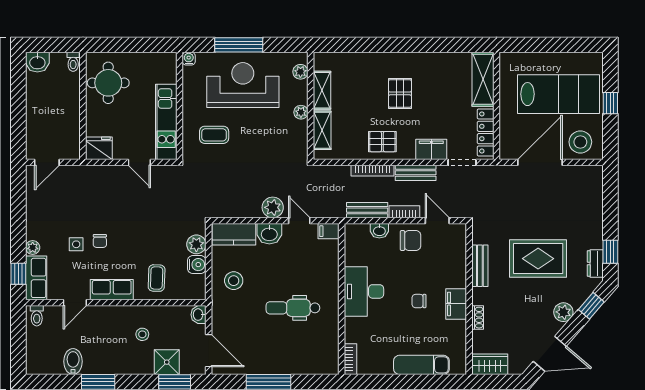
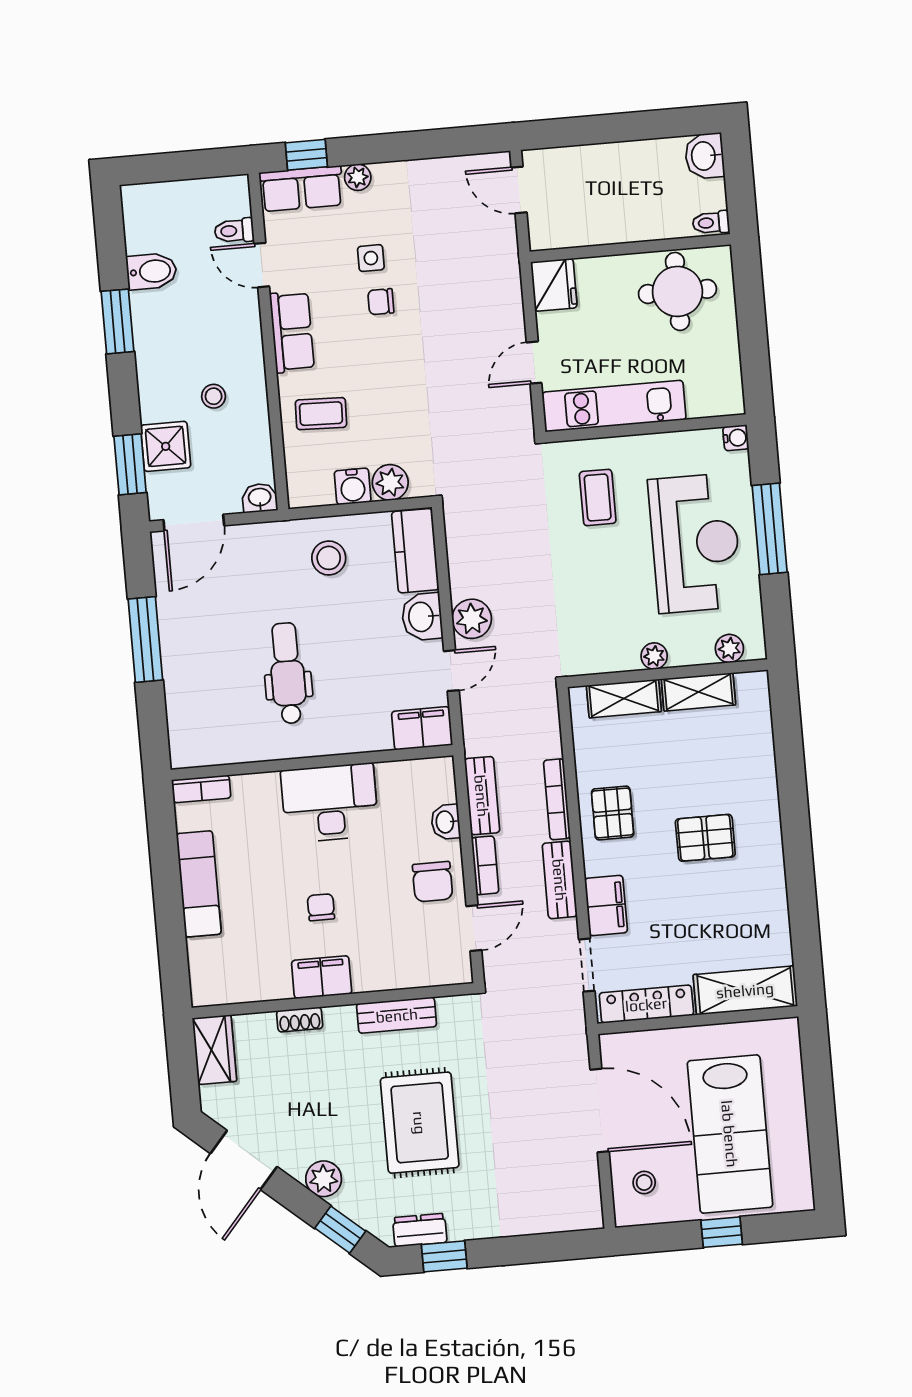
stool: (580, 142) -> (644, 1183), width x0.53, depth x0.53
filing cabinet: (329, 231) -> (422, 728), width x2.00
toilet: (37, 316) -> (234, 231), moved
exam couch: (421, 365) -> (199, 884), moved

